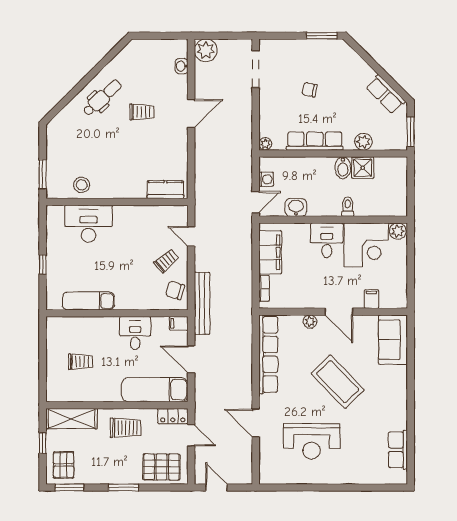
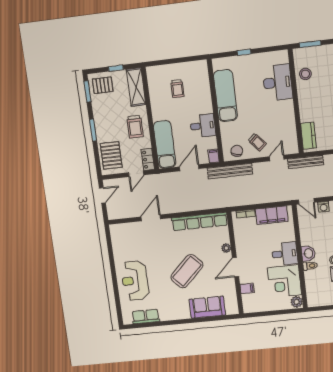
bench: (201, 197) -> (306, 162), added
washbasin: (296, 207) -> (308, 253), moved
exam couch: (88, 301) -> (225, 96), width x1.36, depth x1.45
sofa: (393, 340) -> (207, 307), moved
reception desk: (312, 441) -> (135, 281), moved

